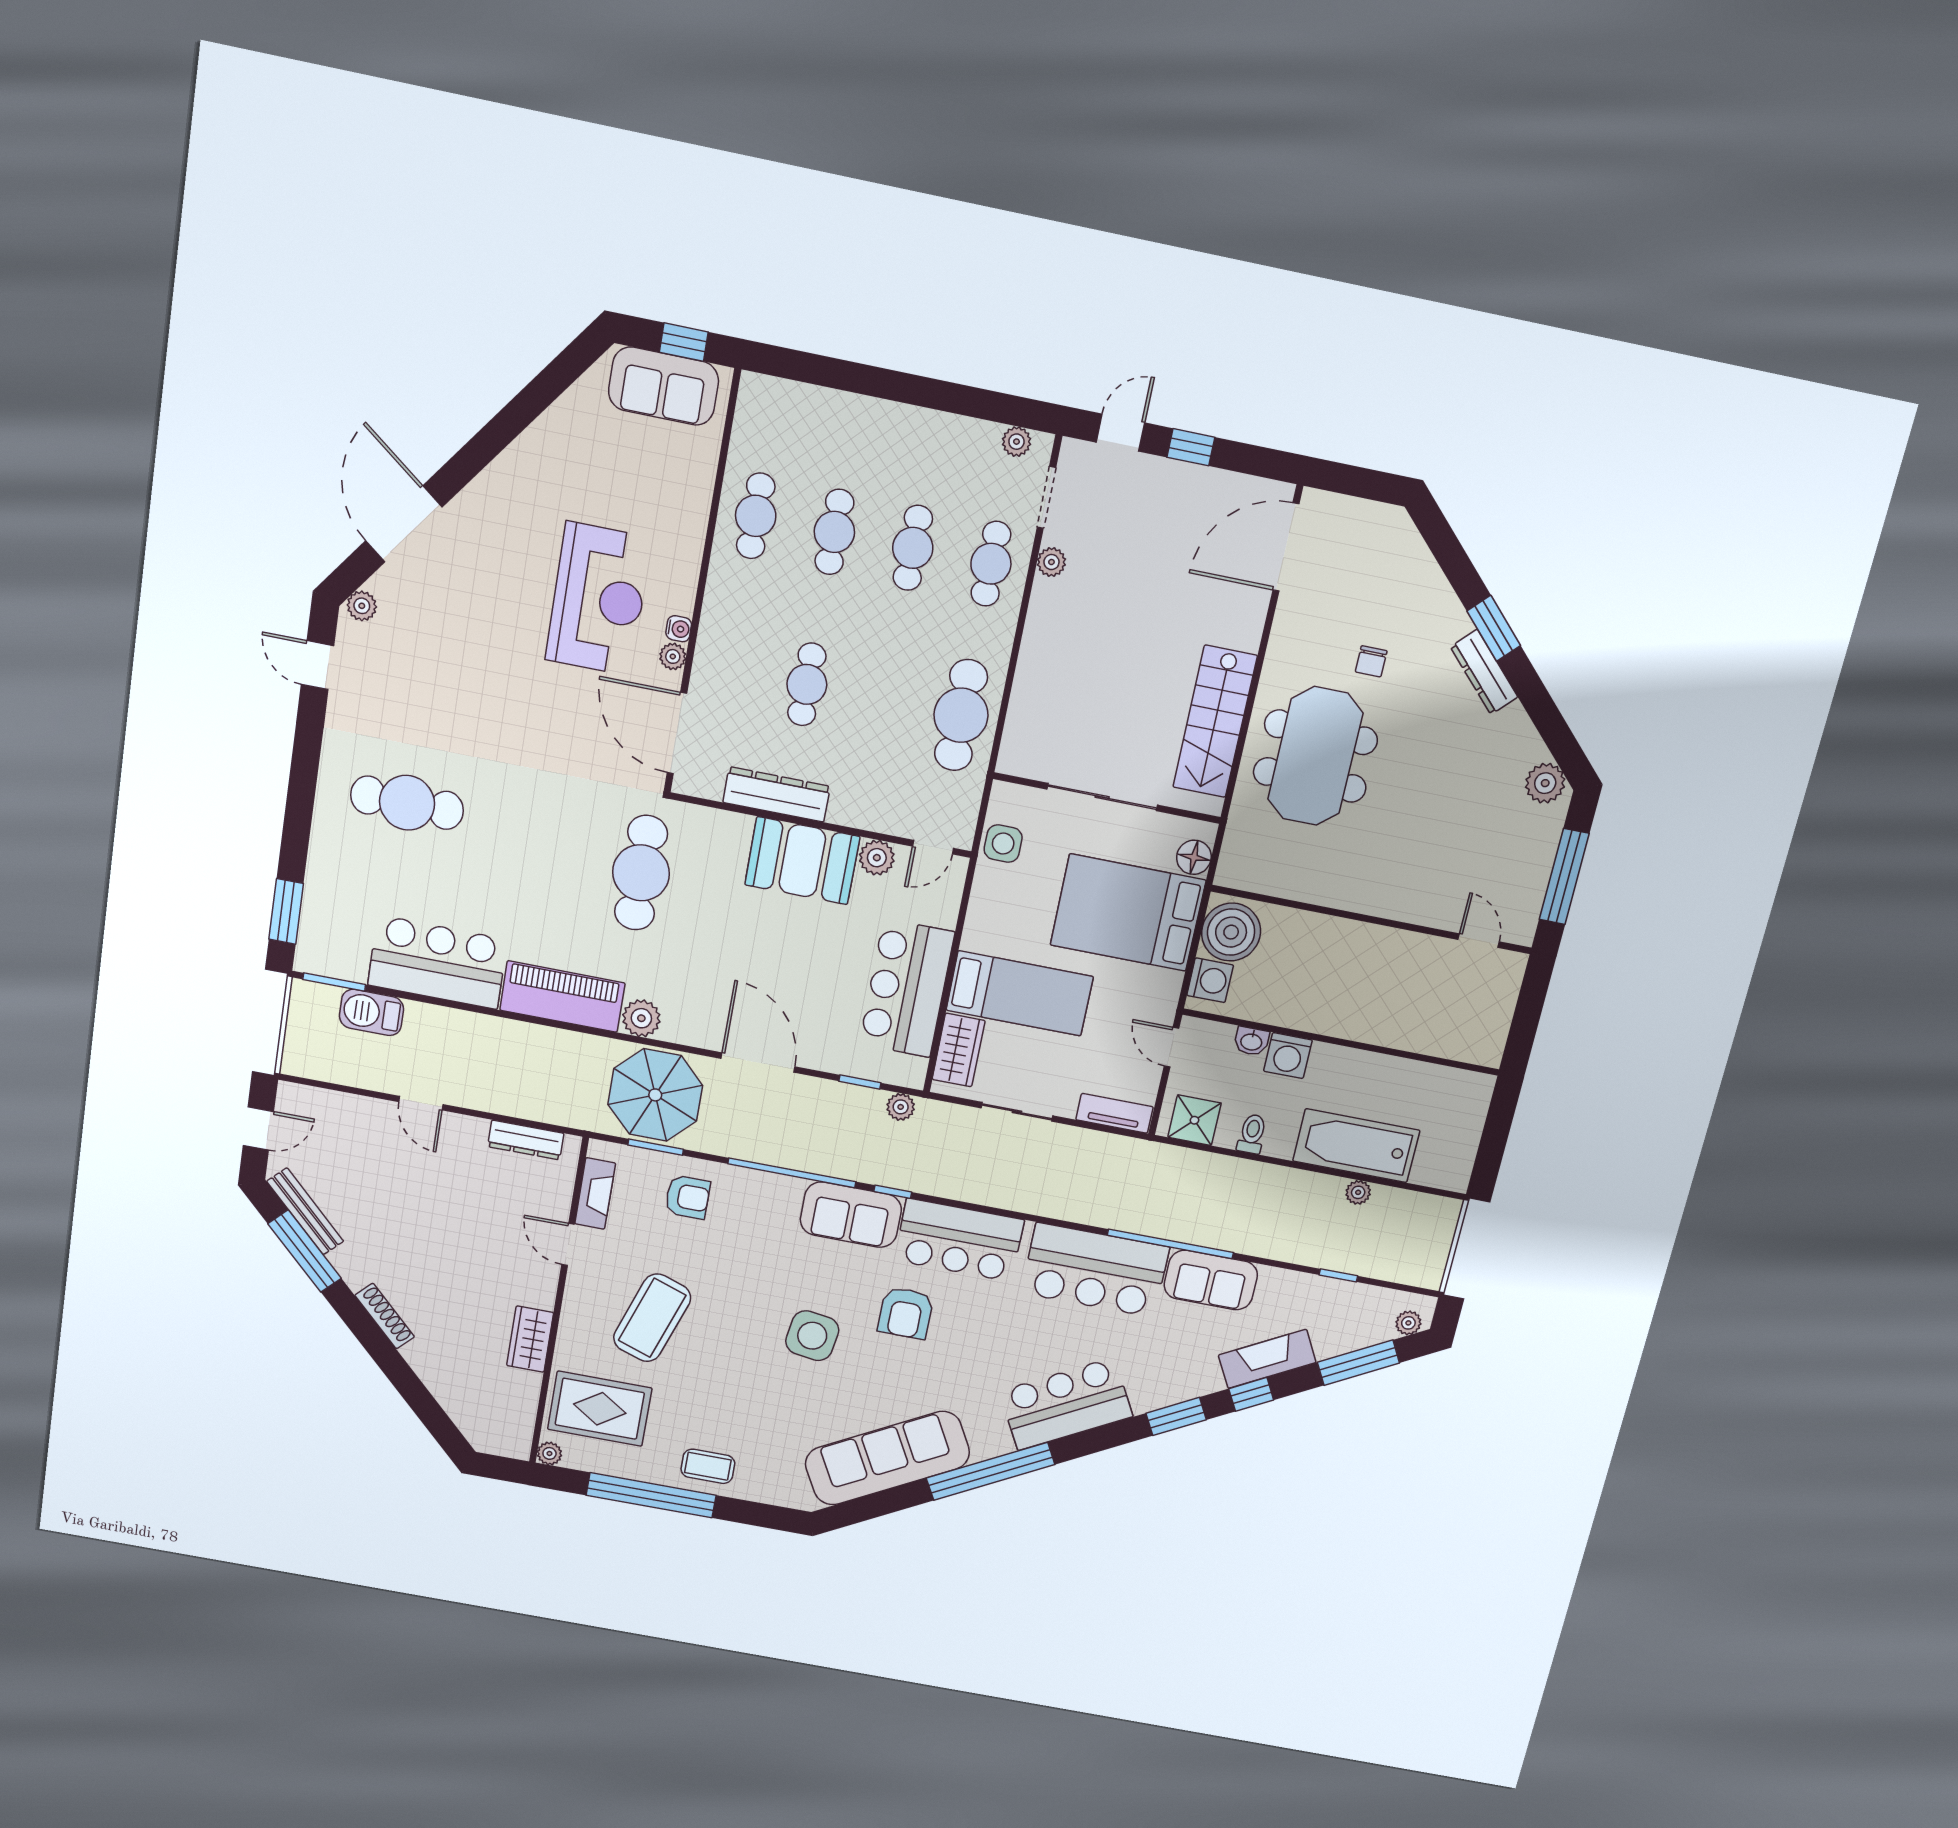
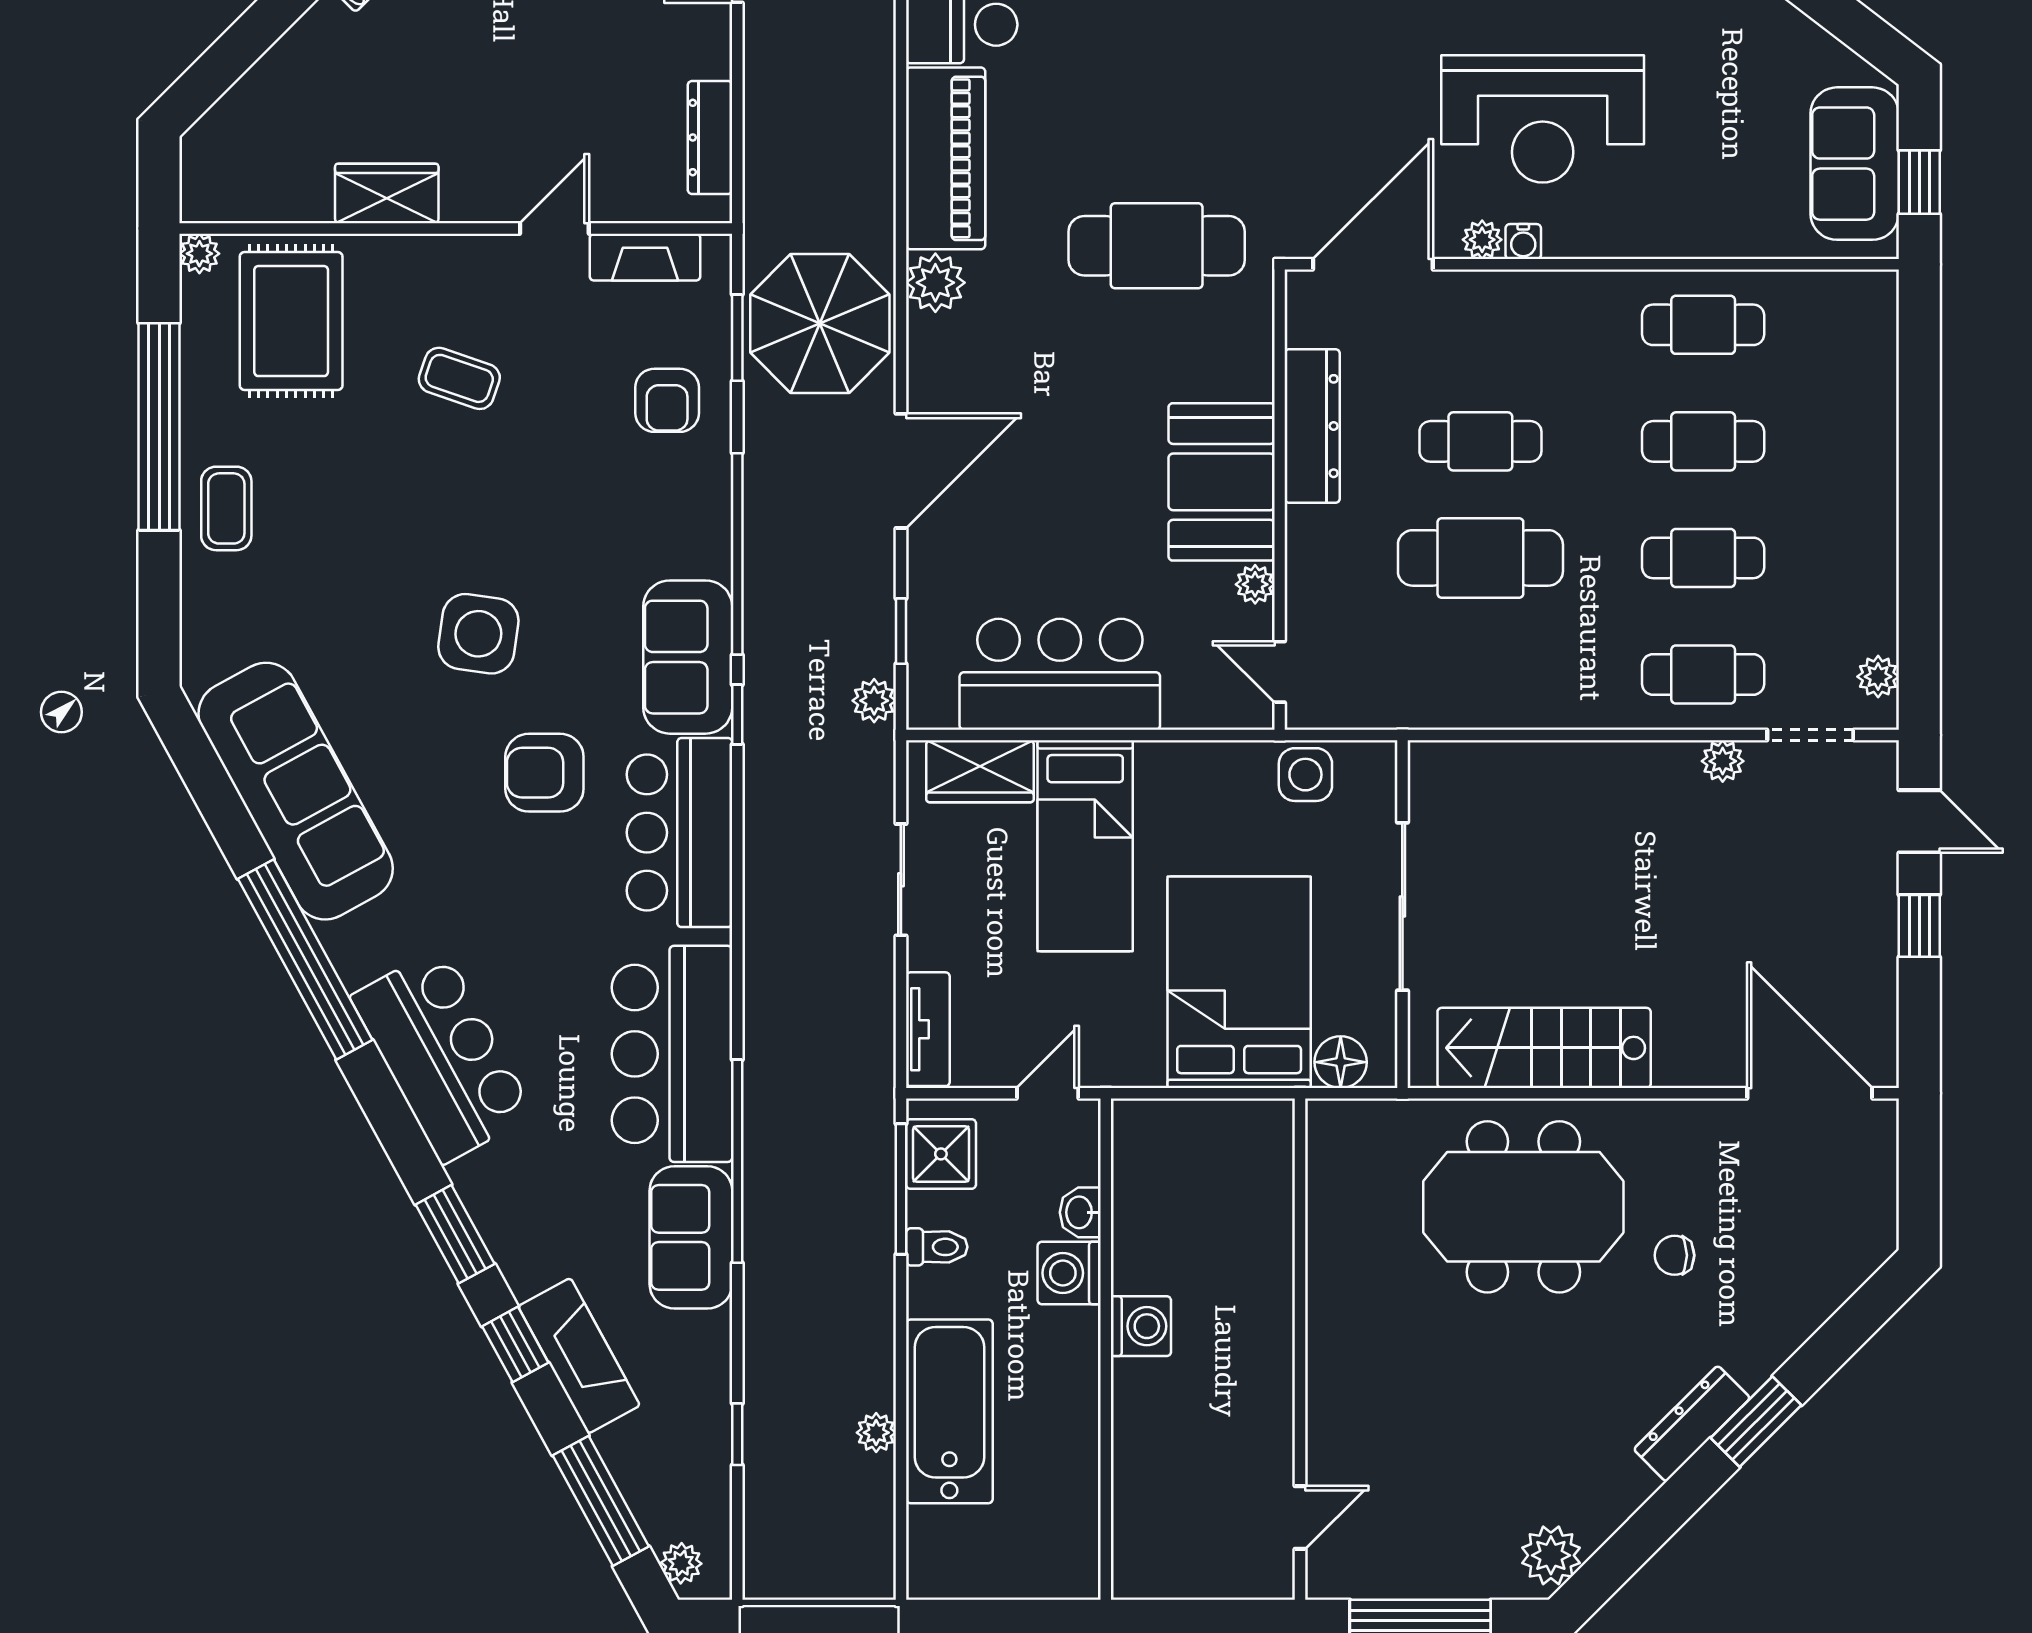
cafe table: (961, 715) -> (1480, 558), moved
plant: (877, 858) -> (1255, 584), width x0.73, depth x0.73
boiler: (1231, 932) -> (1240, 1143), removed
washing machine: (1210, 980) -> (1141, 1326), moved, turned -90
window: (1211, 1149) -> (901, 1189), added
coffee table: (652, 1318) -> (459, 378), width x0.54, depth x0.58

